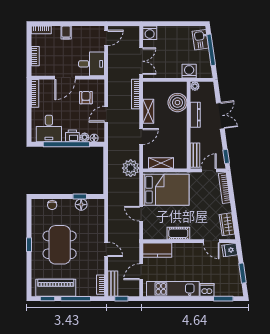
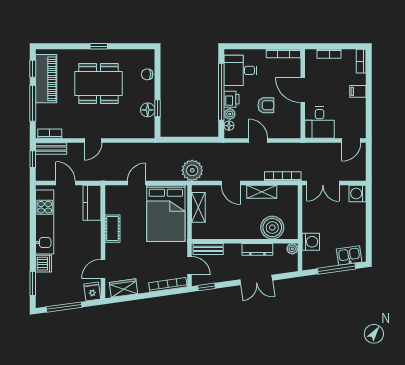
door: (106, 38) -> (351, 140), hinge flipped
armchair: (86, 98) -> (266, 105), moved
window: (243, 273) -> (64, 307), width x1.44

